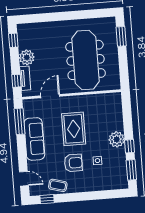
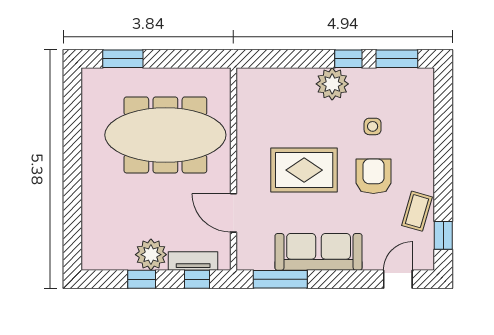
window: (13, 40) -> (142, 279), moved

